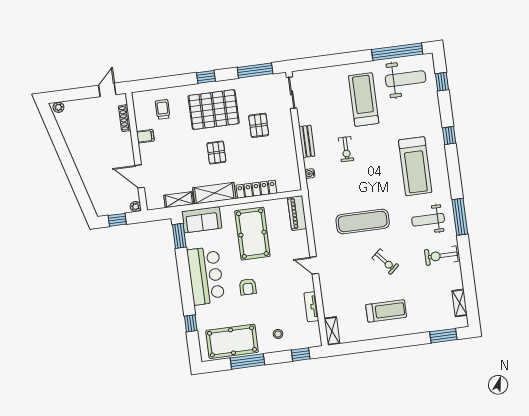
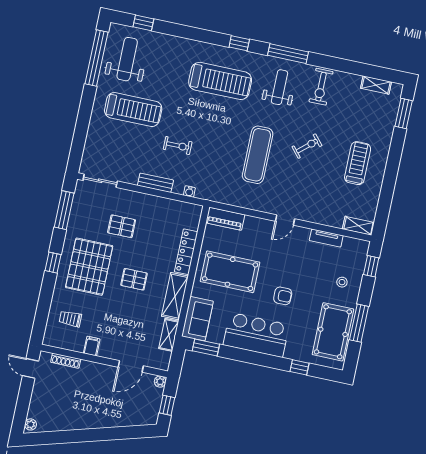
treadmill: (364, 99) -> (133, 110), turned 180
window: (449, 135) -> (239, 43), moved
weight bench: (428, 220) -> (279, 87), turned 180

